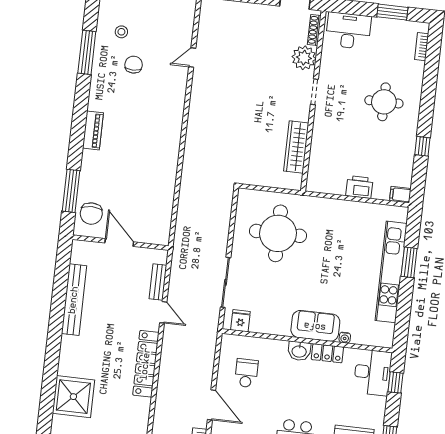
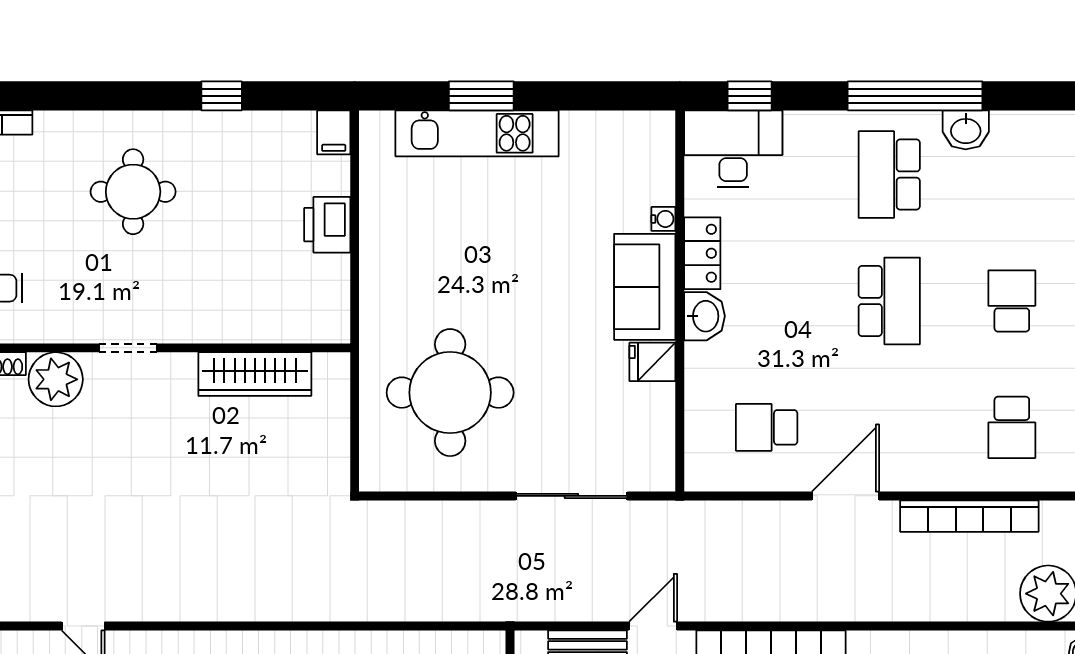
kitchen unit: (391, 272) -> (477, 133), width x0.73
fridge: (240, 321) -> (652, 362), moved

